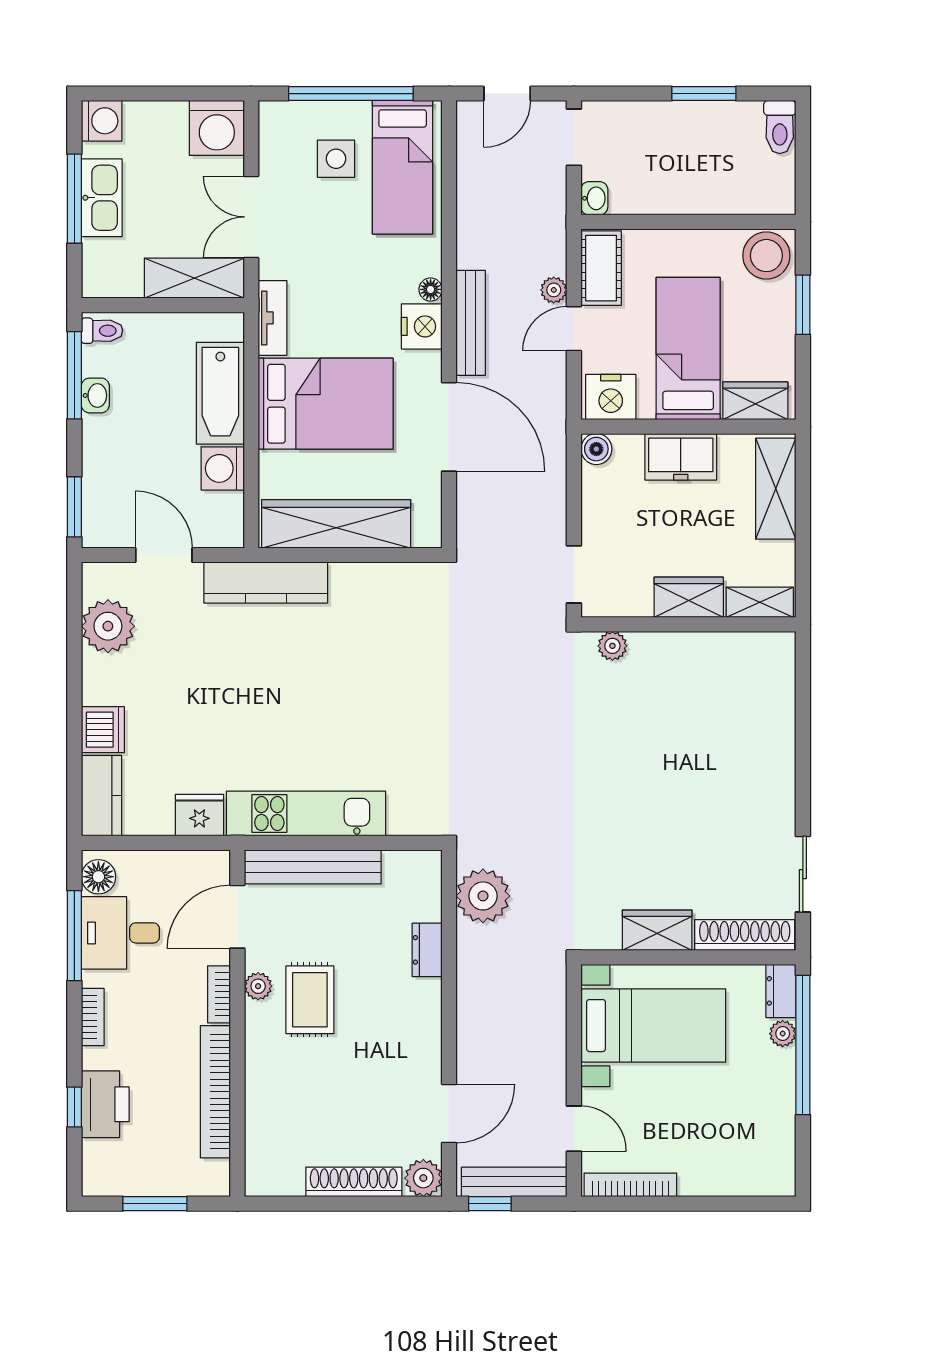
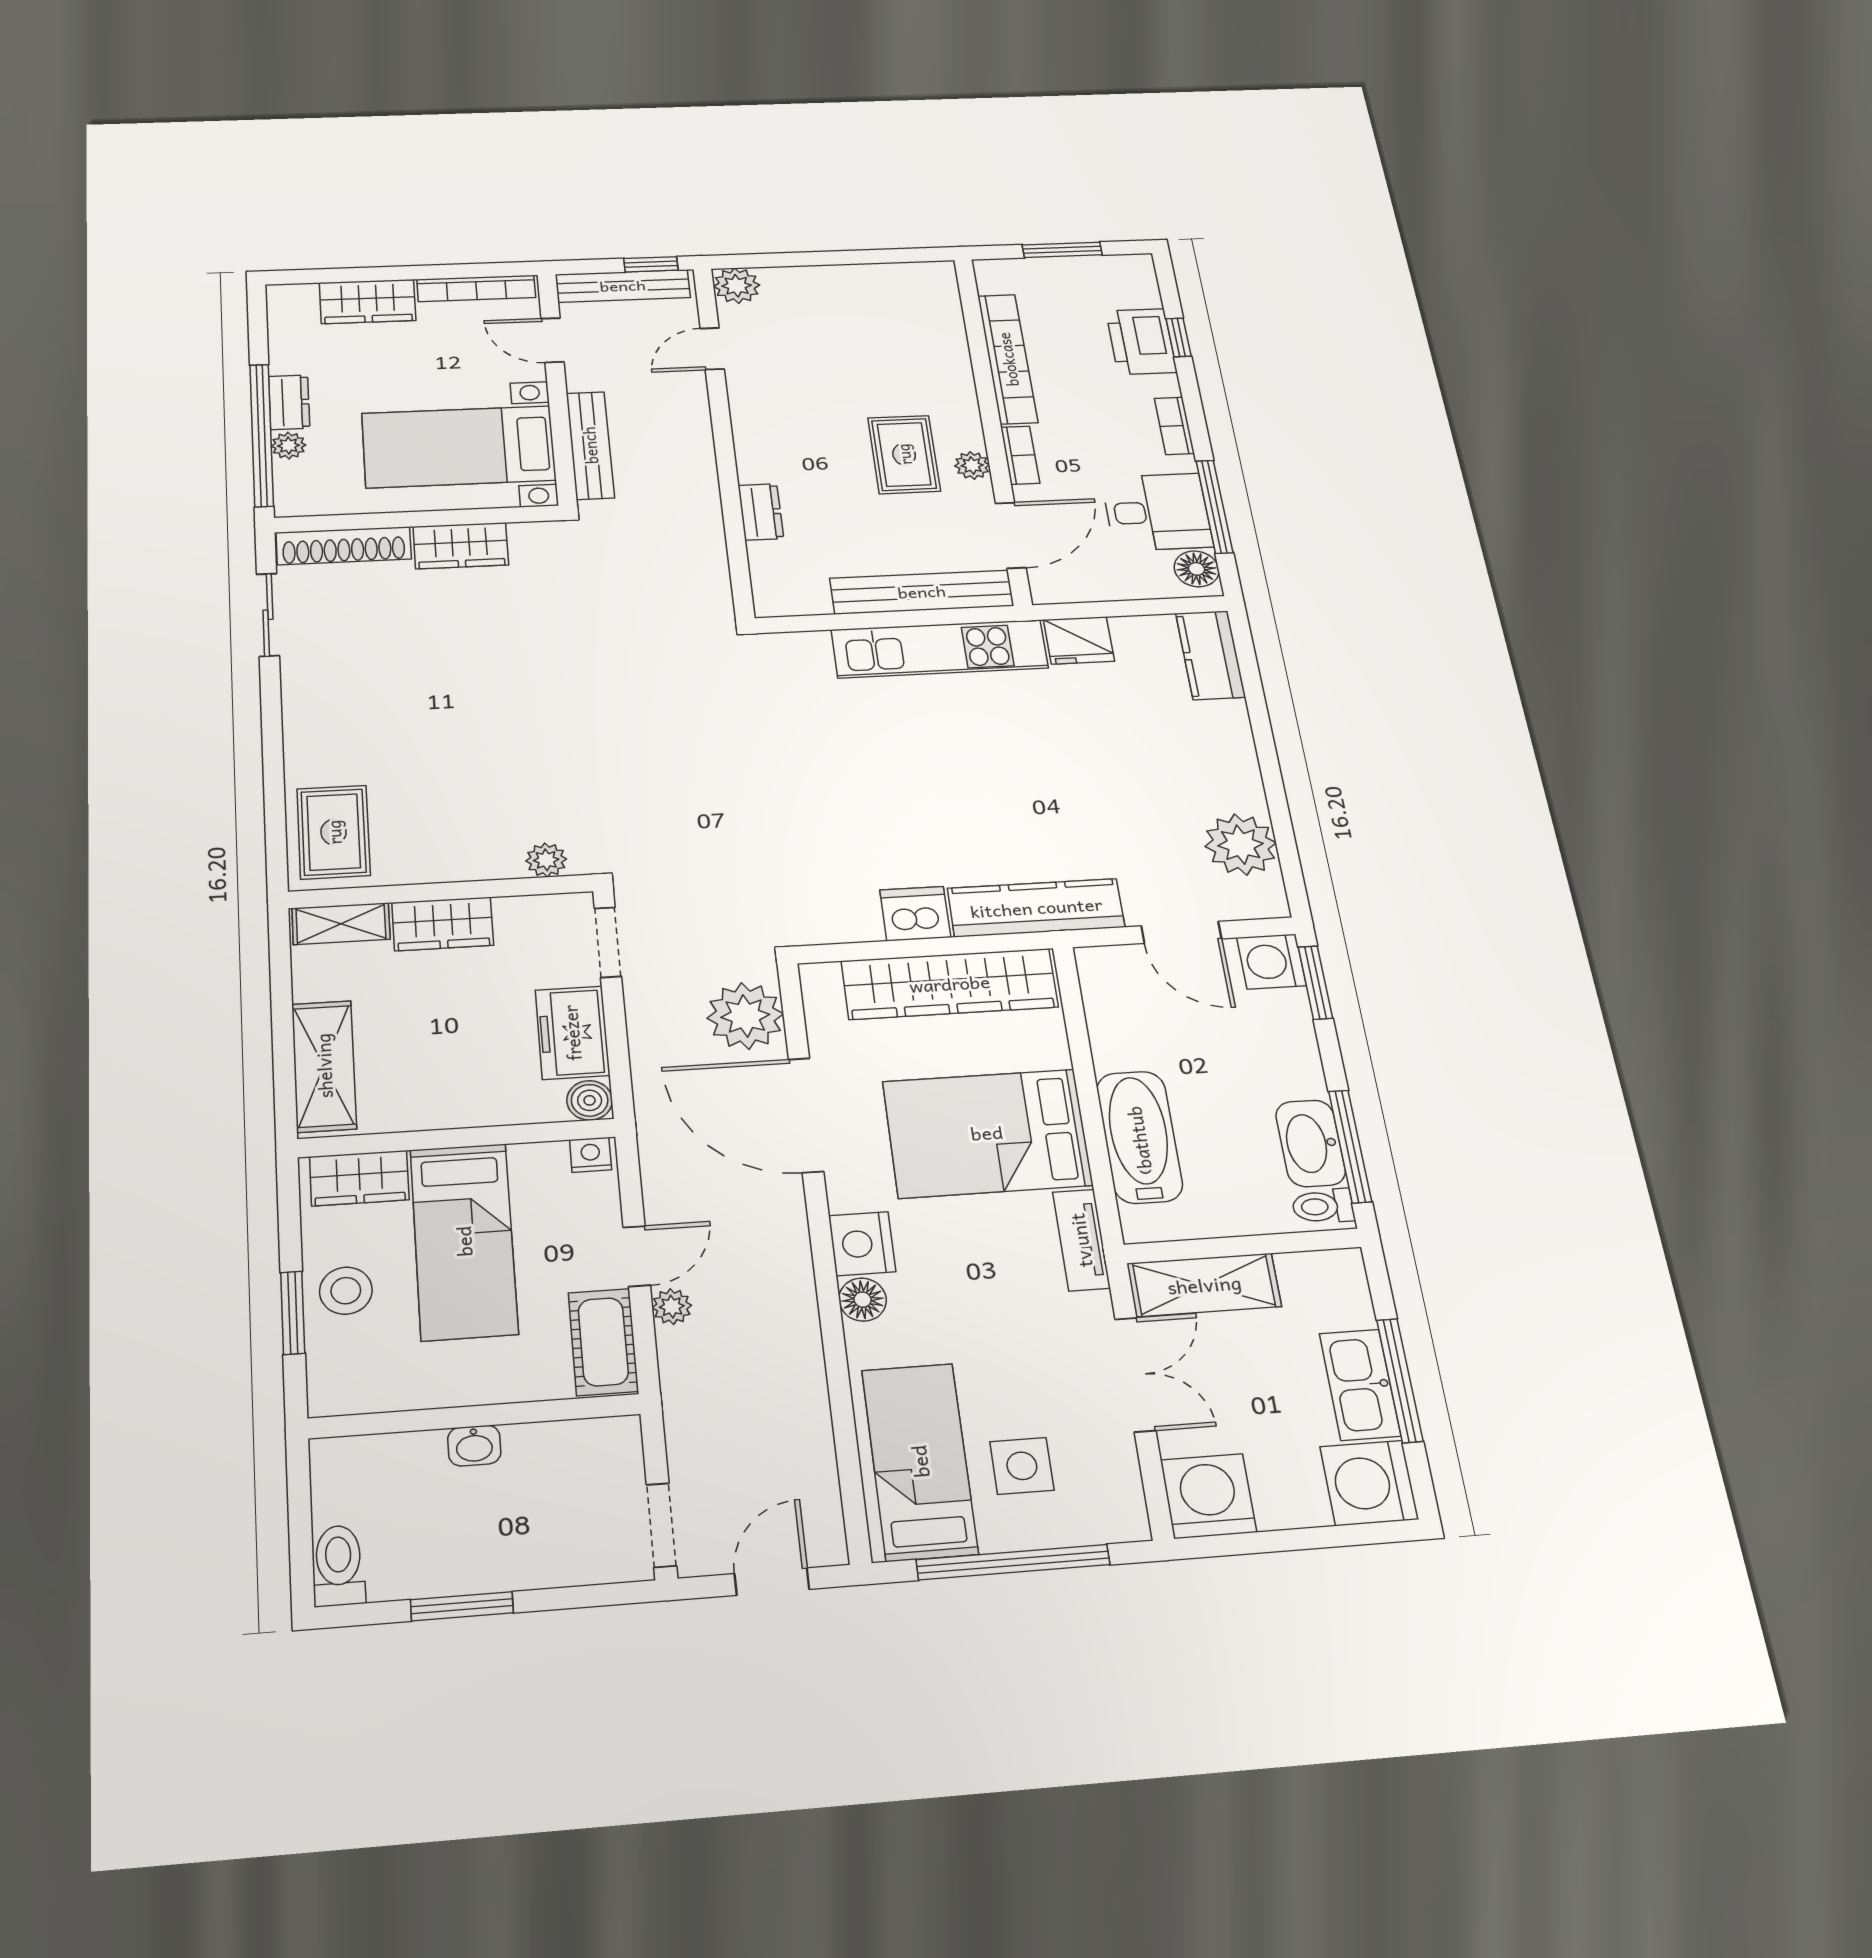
washing machine: (102, 121) -> (1369, 1483), width x1.37, depth x1.37
washbasin: (594, 198) -> (474, 1446), moved, turned -90
stool: (766, 256) -> (346, 1291), moved, width x0.73, depth x0.73
floor lamp: (431, 289) -> (863, 1300), width x1.37, depth x1.37
bench: (471, 323) -> (590, 445), moved
washbasin: (95, 395) -> (1311, 1143), width x1.91, depth x1.45
nightstand: (611, 397) -> (590, 1155), width x0.53, depth x0.56
freezer: (681, 457) -> (572, 1033), moved, turned -90
washing machine: (223, 468) -> (1271, 962), moved, turned 180
rug: (762, 679) -> (334, 832), added
dishwasher: (103, 730) -> (915, 914), moved, turned 90
plant: (483, 896) -> (745, 1016), moved
dresser: (781, 991) -> (289, 402), moved
door: (449, 1114) -> (712, 349), width x0.73
wardrobe: (716, 1175) -> (368, 302), added
shoe rack: (354, 1182) -> (822, 279), removed

